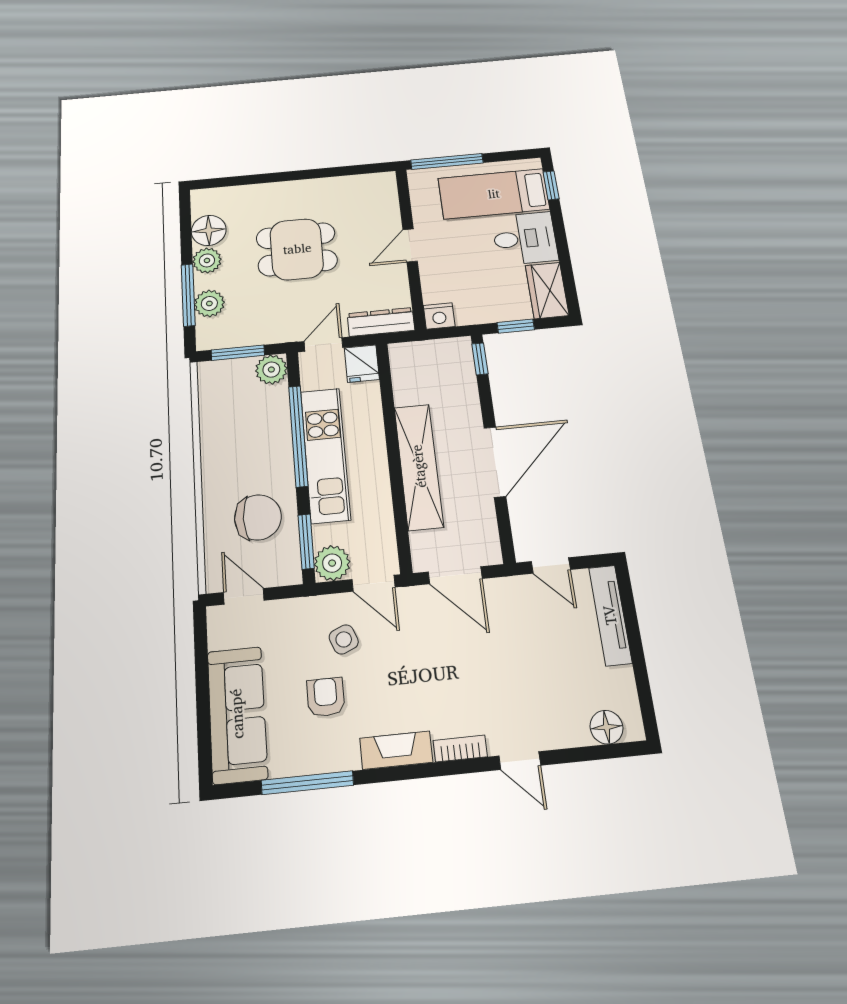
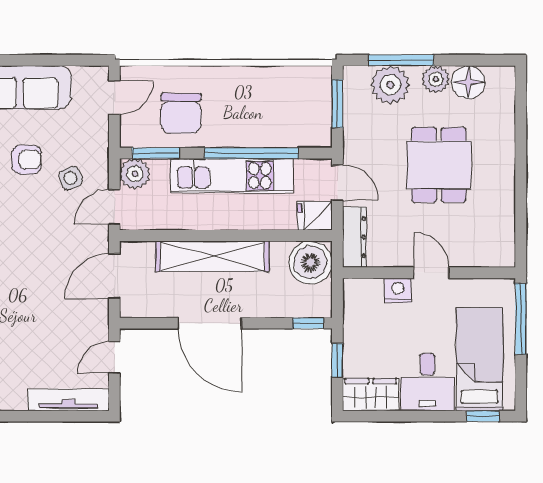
plant: (209, 303) -> (390, 85), width x1.36, depth x1.36
nightstand: (439, 316) -> (398, 290), moved, turned 90
boiler: (413, 363) -> (310, 263), added
plant: (271, 370) -> (318, 133), removed

